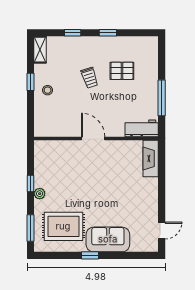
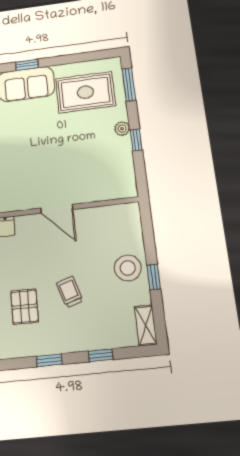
pallet: (122, 71) -> (25, 307), turned 90
stool: (48, 90) -> (128, 268), width x1.89, depth x1.89
window: (90, 255) -> (27, 65), moved

